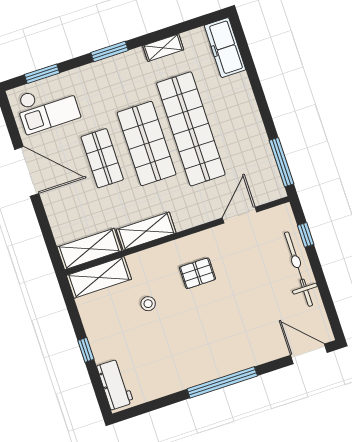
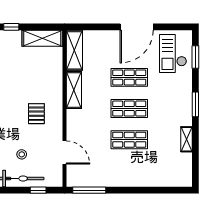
freezer: (225, 48) -> (174, 178), removed
shop shelf: (191, 129) -> (129, 140), width x0.50, depth x0.74
shop shelf: (147, 144) -> (129, 109), width x0.70, depth x0.74
shelving: (99, 277) -> (42, 38), moved, turned 90
stool: (148, 304) -> (22, 154), moved

